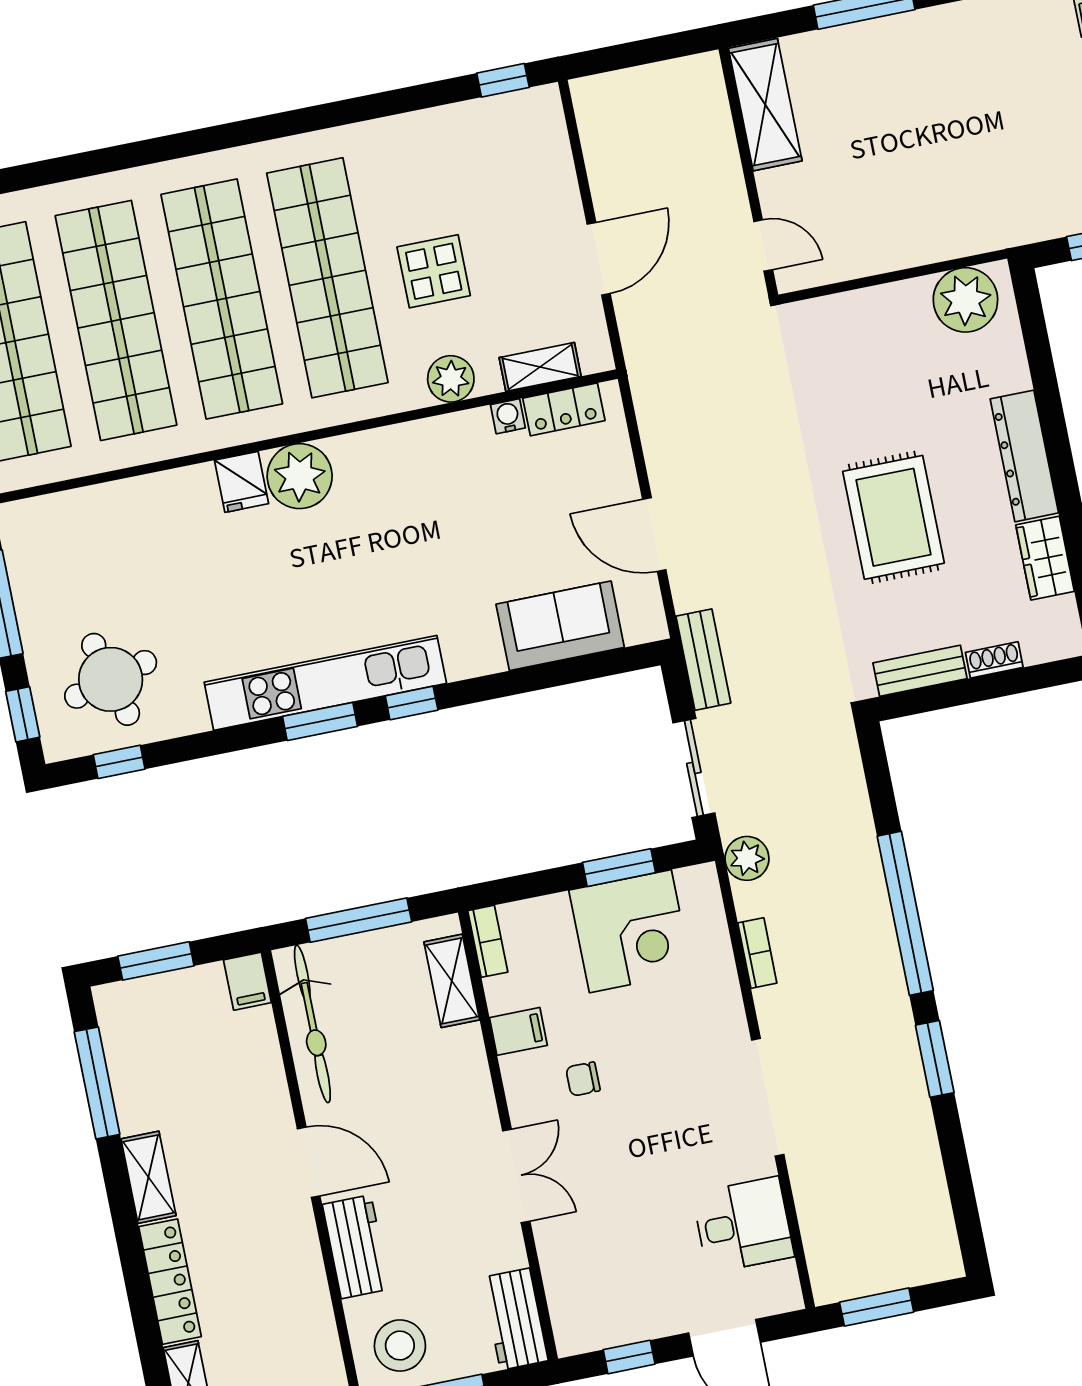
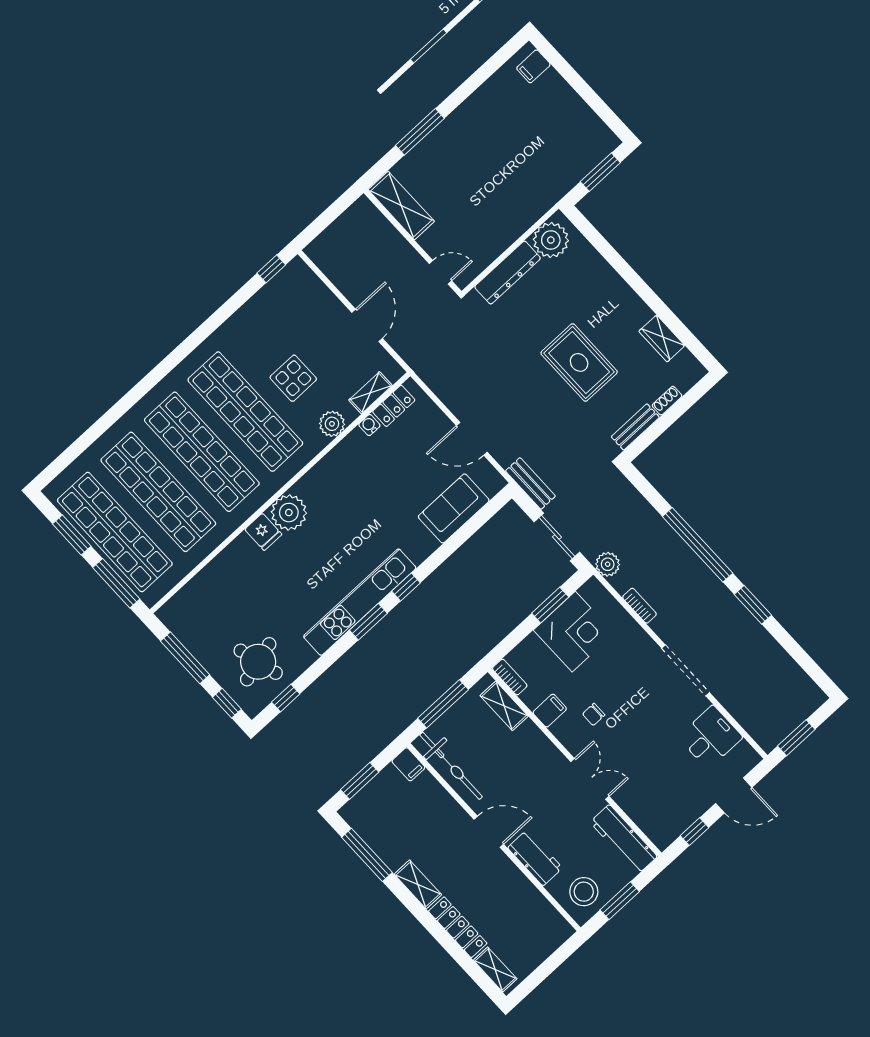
dresser: (1024, 456) -> (508, 273), moved, turned -90
workbench: (515, 1319) -> (624, 839), width x1.37

